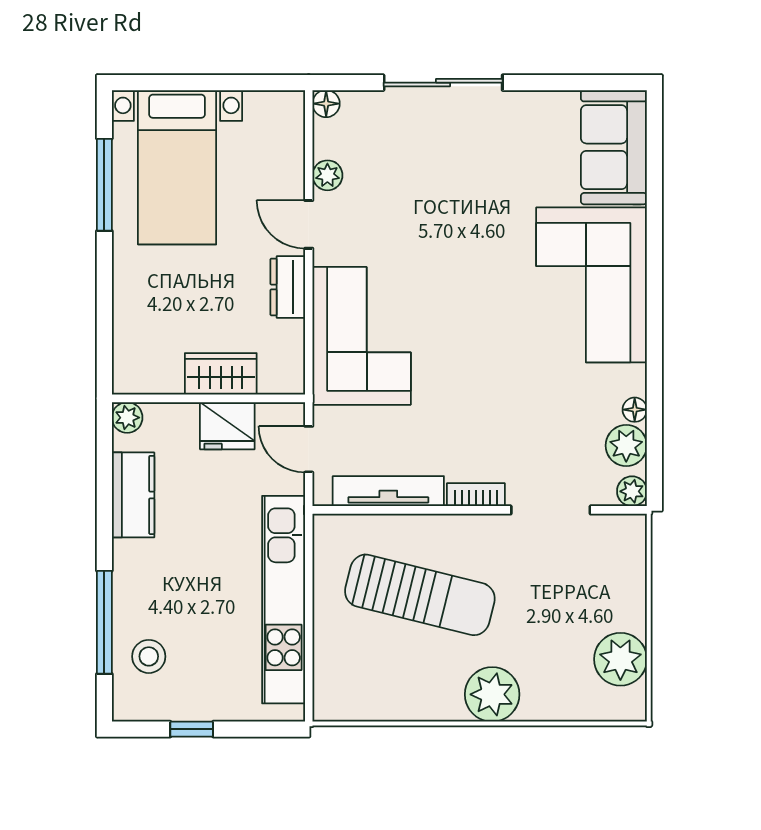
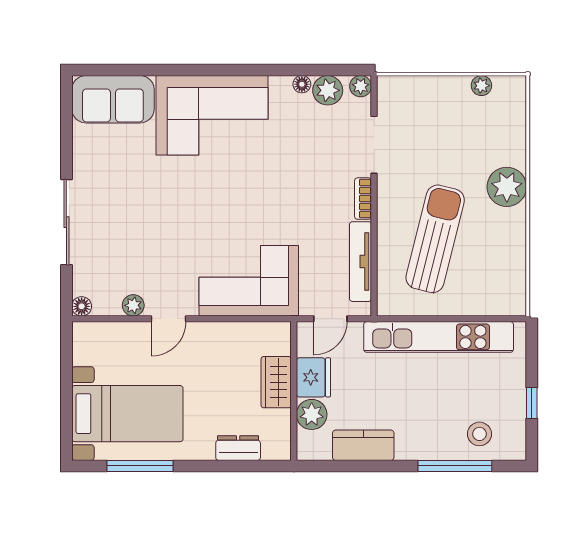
dresser: (288, 287) -> (238, 448), moved, turned 180
plant: (127, 418) -> (312, 414), moved, width x1.38, depth x1.38
plant: (620, 659) -> (481, 86), width x0.53, depth x0.53

